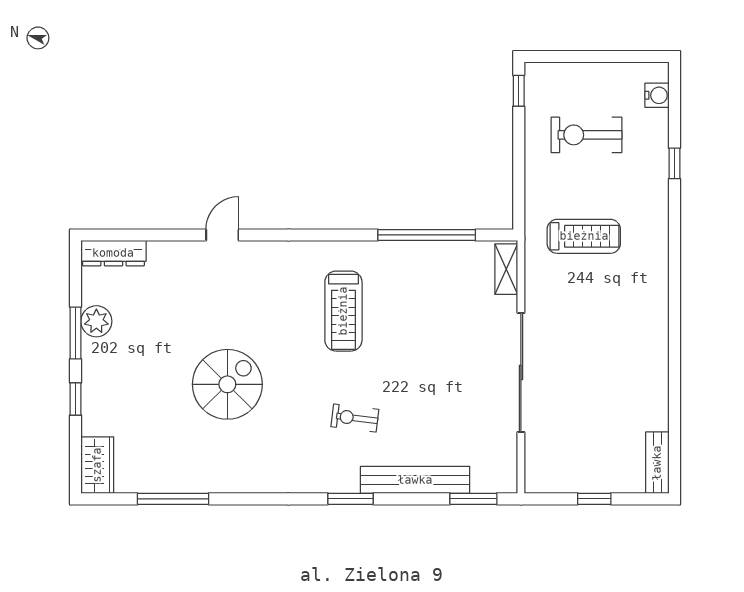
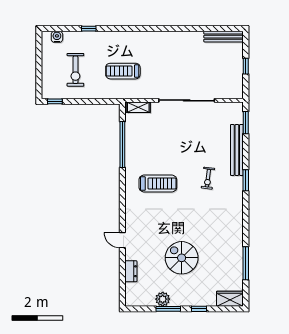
treadmill: (584, 236) -> (123, 71), turned -90
dresser: (113, 253) -> (131, 271), moved, width x0.70
spiral stairs: (227, 384) -> (182, 258), moved
bench: (657, 463) -> (224, 37), width x1.36

